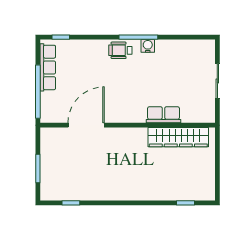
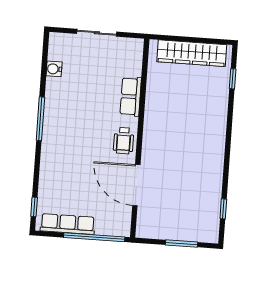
water cooler: (148, 46) -> (54, 69), moved
wheelchair: (120, 50) -> (124, 141), moved
wardrobe: (178, 137) -> (192, 53), moved, turned 90

